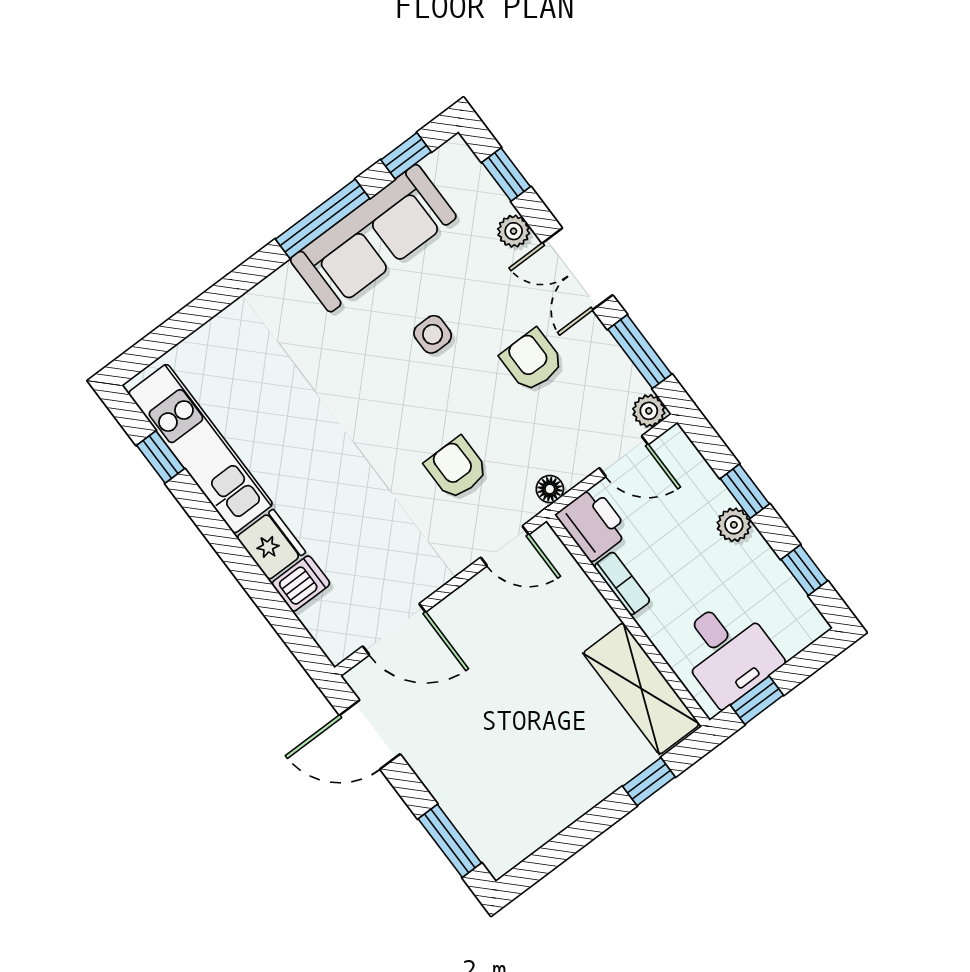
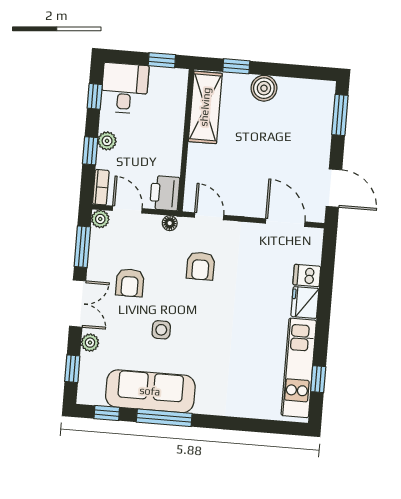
bookcase: (622, 584) -> (101, 187), moved, turned 180
desk: (728, 652) -> (125, 88), moved
boiler: (585, 786) -> (264, 88), added

